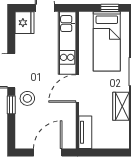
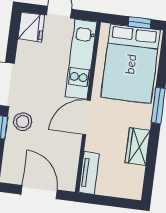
bed: (107, 41) -> (131, 64), width x1.50
door: (48, 153) -> (39, 192), hinge flipped

